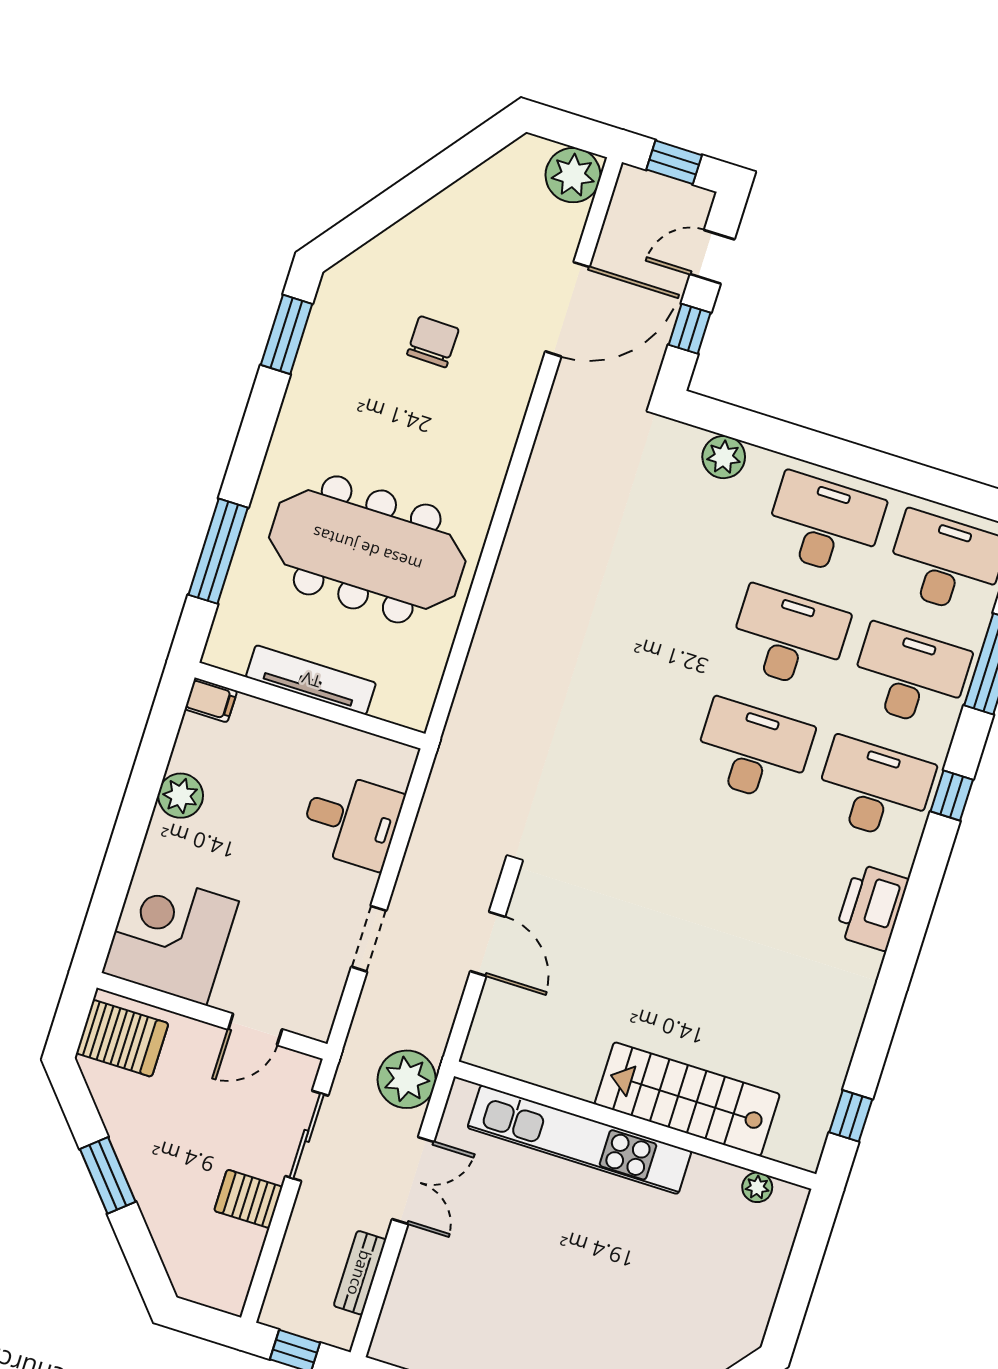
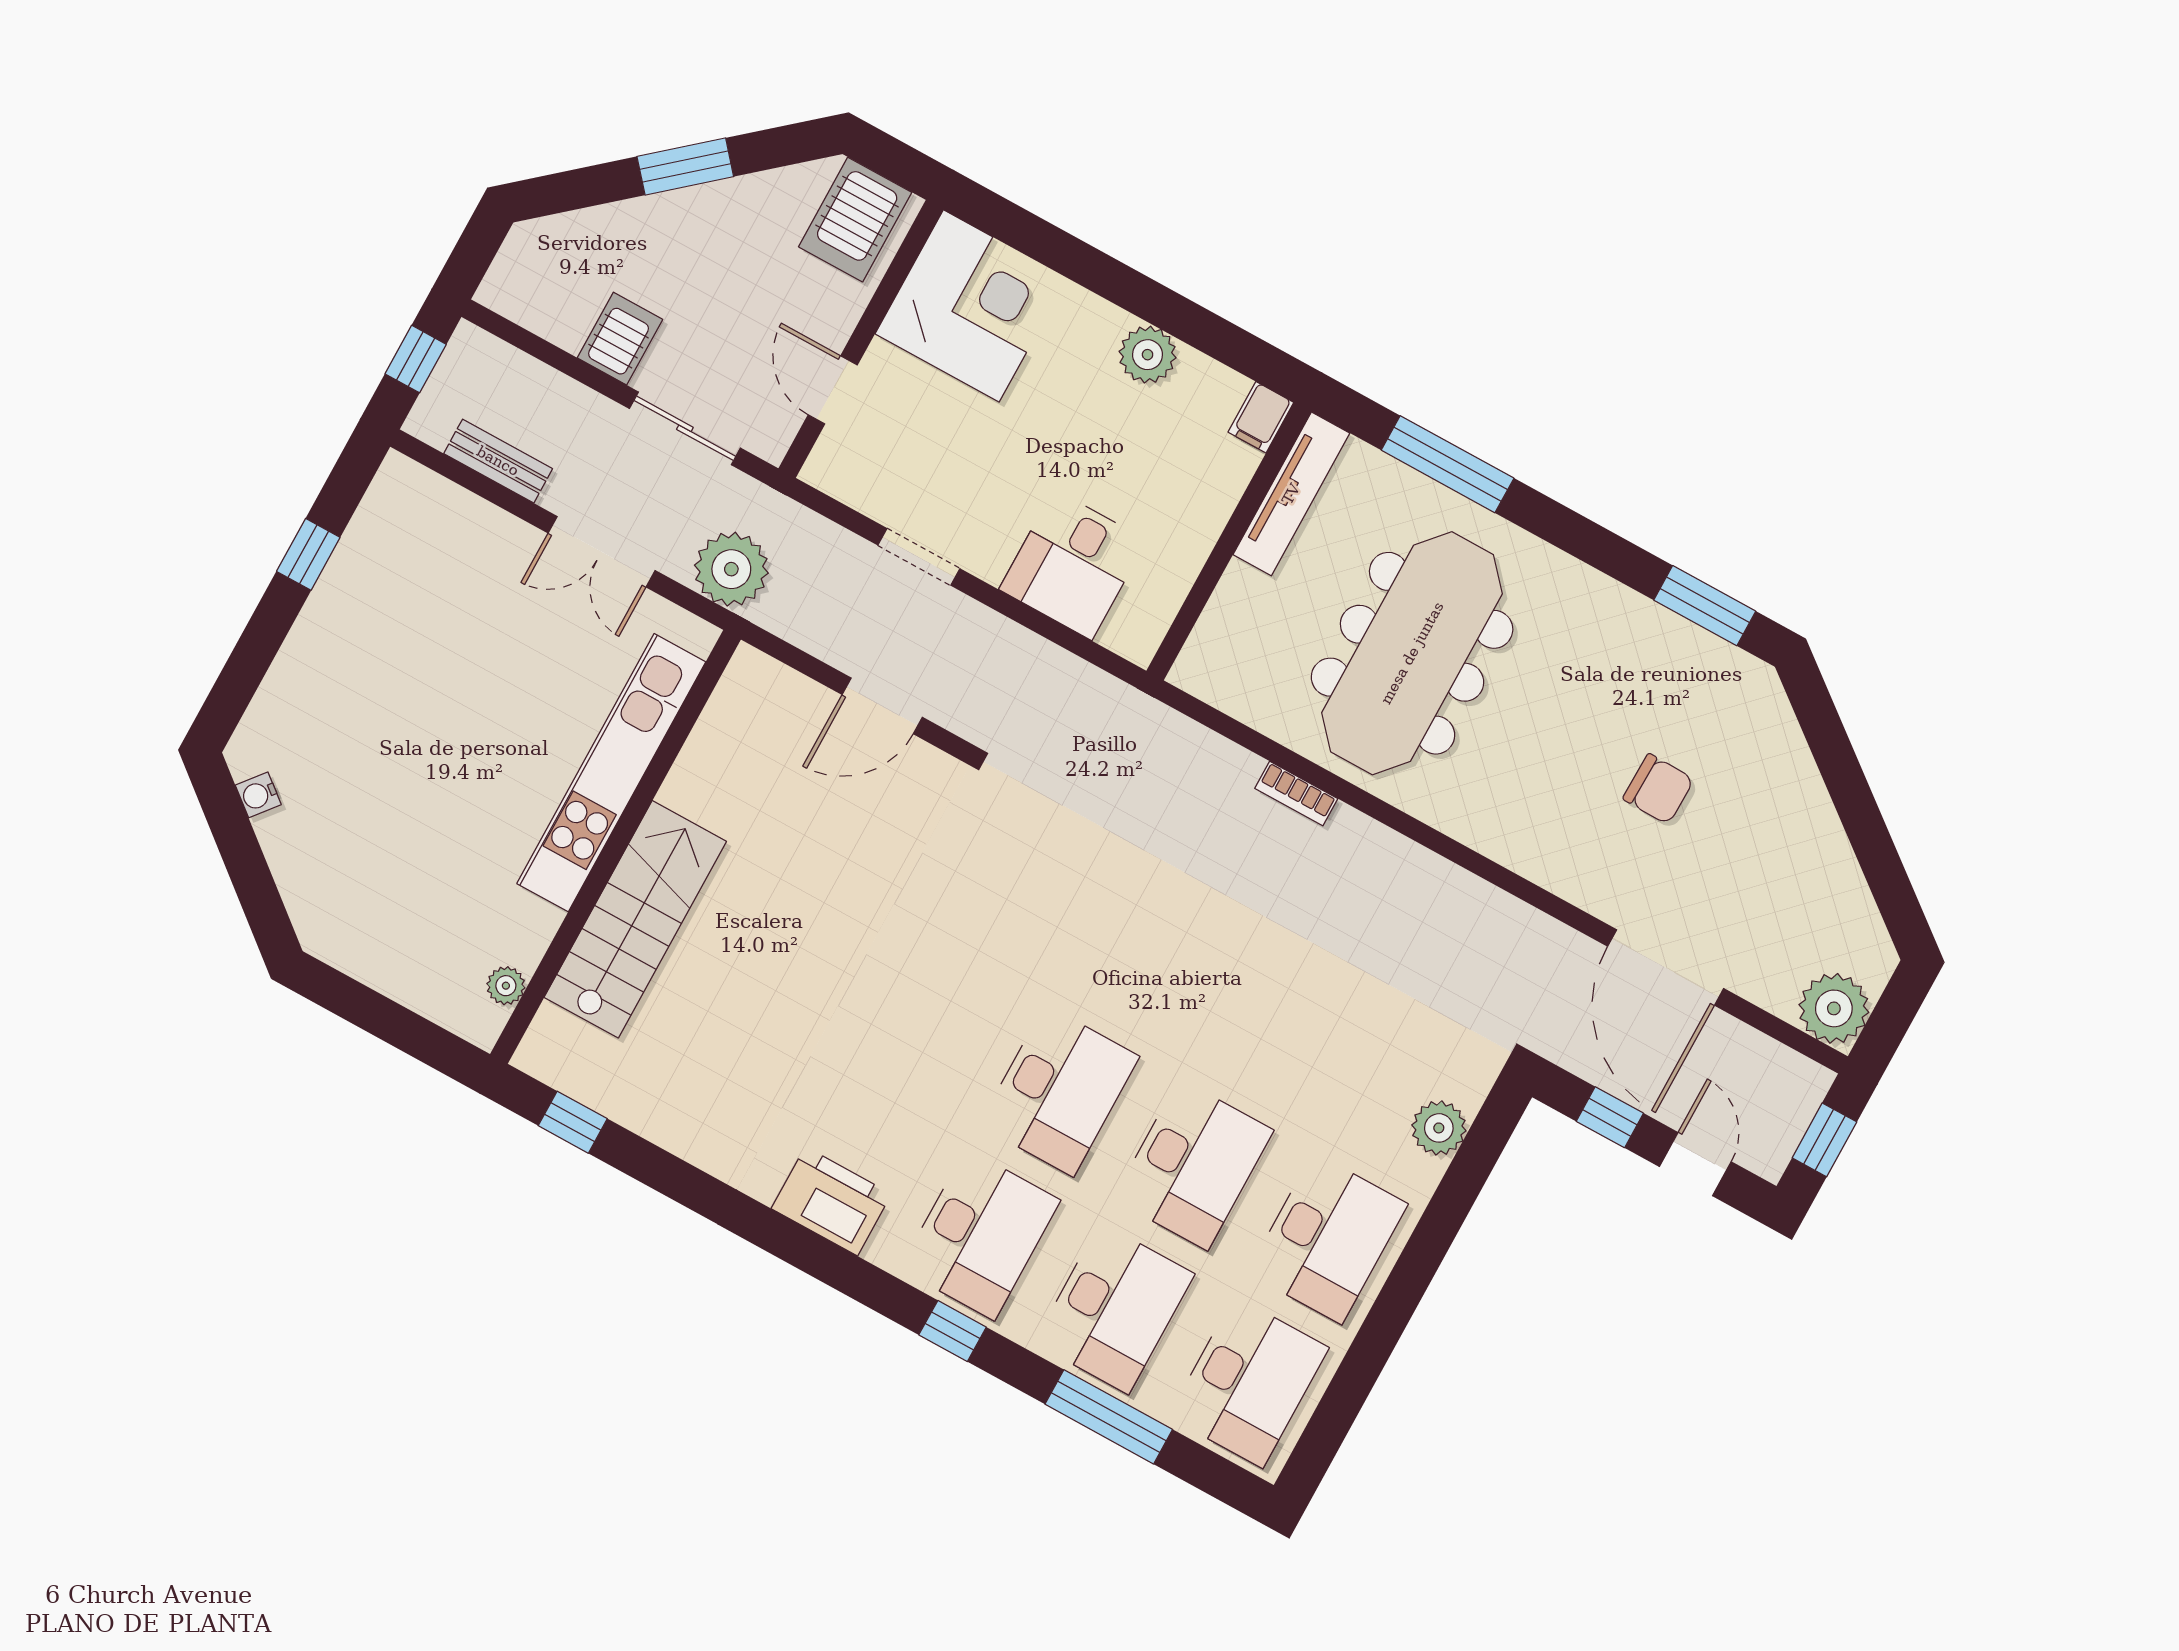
bookcase: (491, 616) -> (1296, 794), added
tv unit: (311, 680) -> (1291, 494), moved

